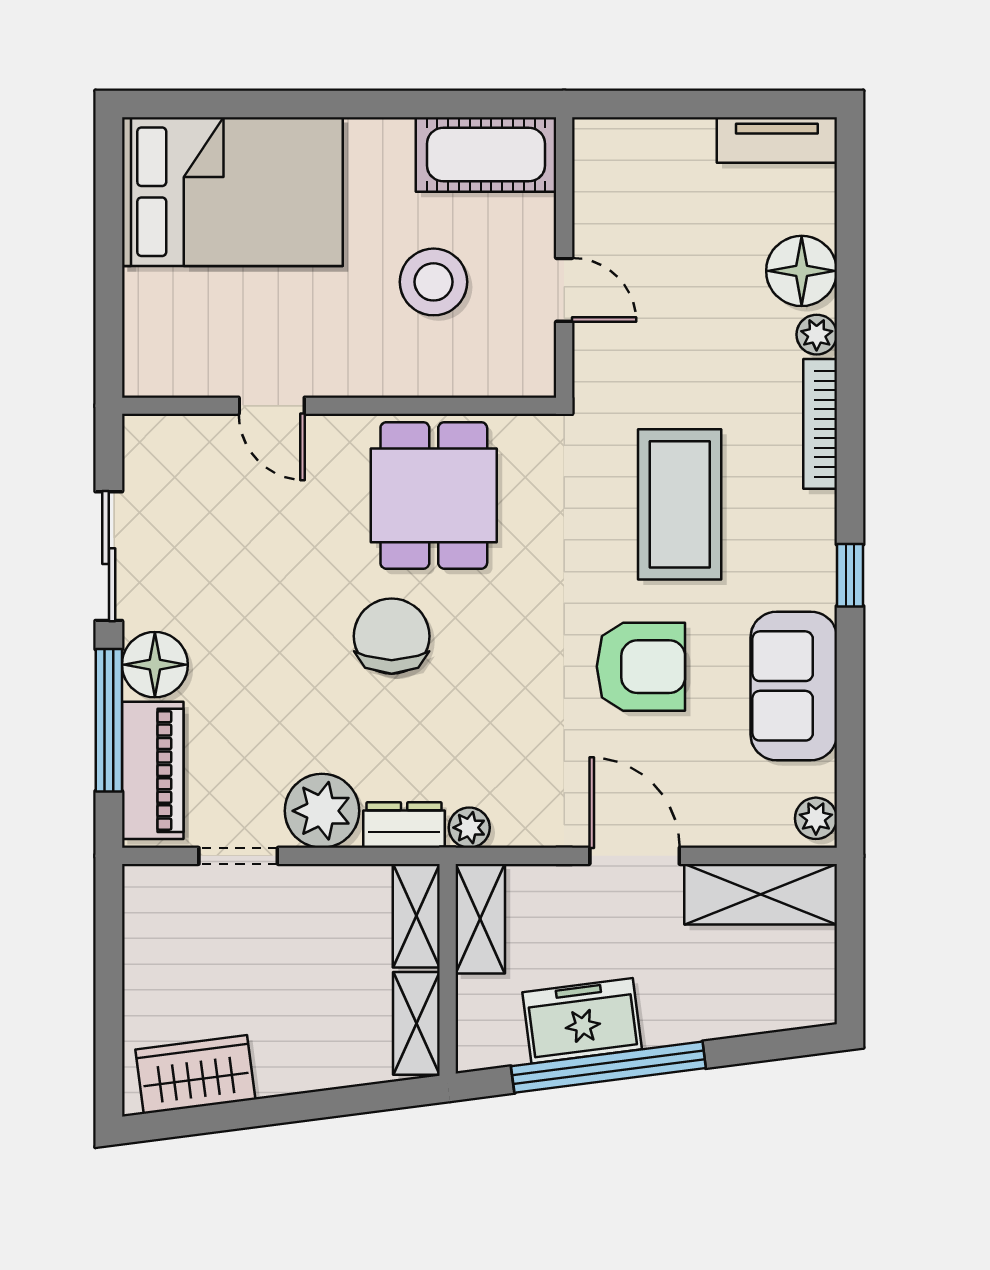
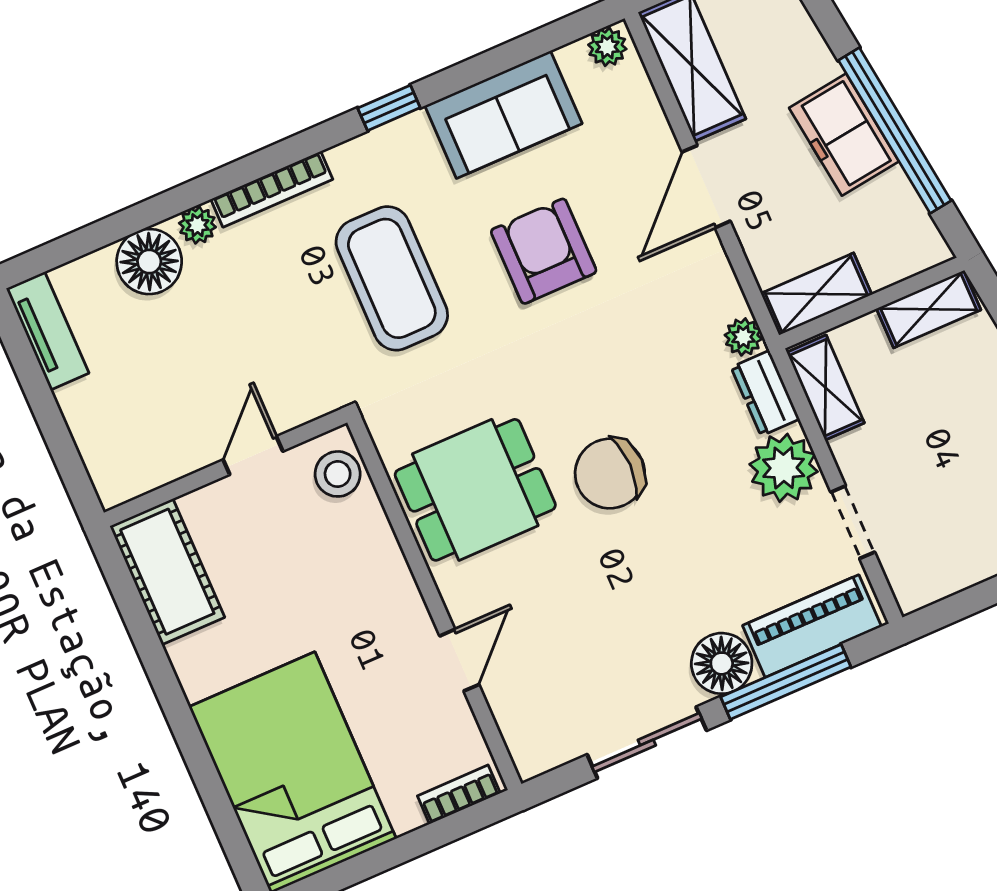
stool: (434, 282) -> (338, 474), moved, width x0.73, depth x0.73
bookcase: (139, 347) -> (459, 794), added
coffee table: (680, 504) -> (392, 278), turned 90
shelving: (416, 916) -> (825, 388), moved, turned 90
freezer: (582, 1021) -> (844, 135), moved

